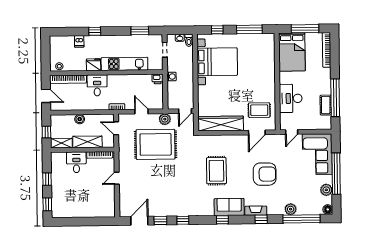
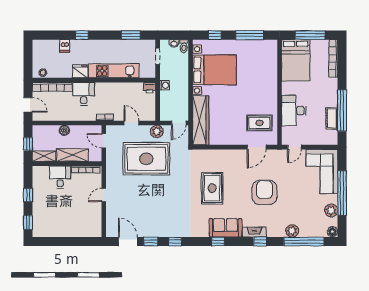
wardrobe: (221, 124) -> (201, 120), moved, turned 90
armchair: (265, 174) -> (264, 192), turned -90
door: (139, 221) -> (128, 242), hinge flipped

